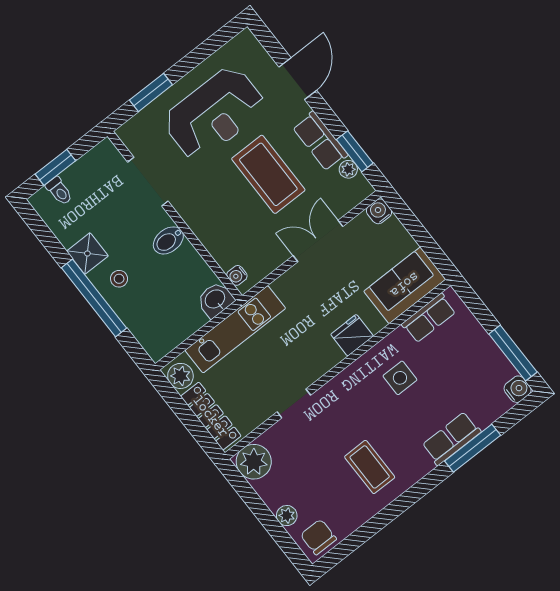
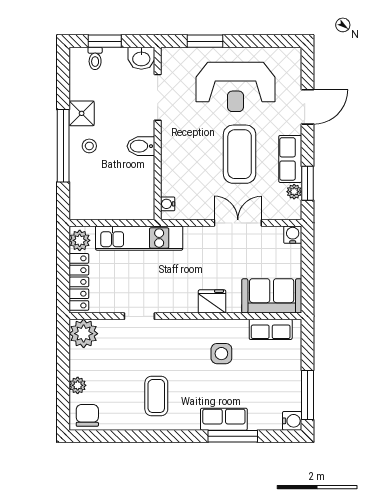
washbasin: (215, 300) -> (141, 58), moved, turned 180

